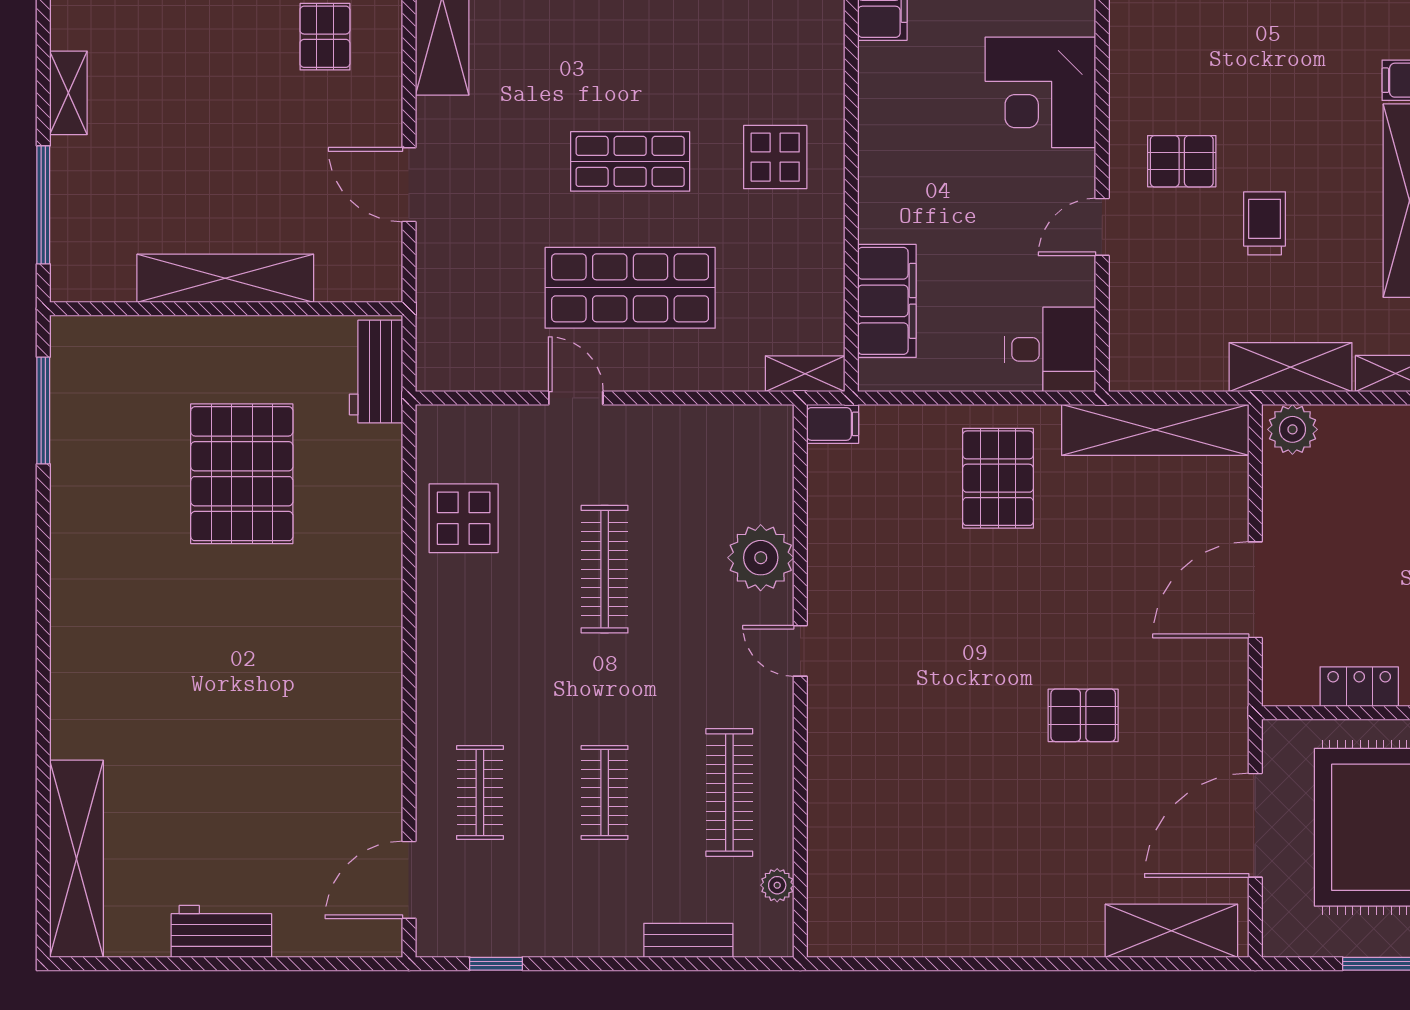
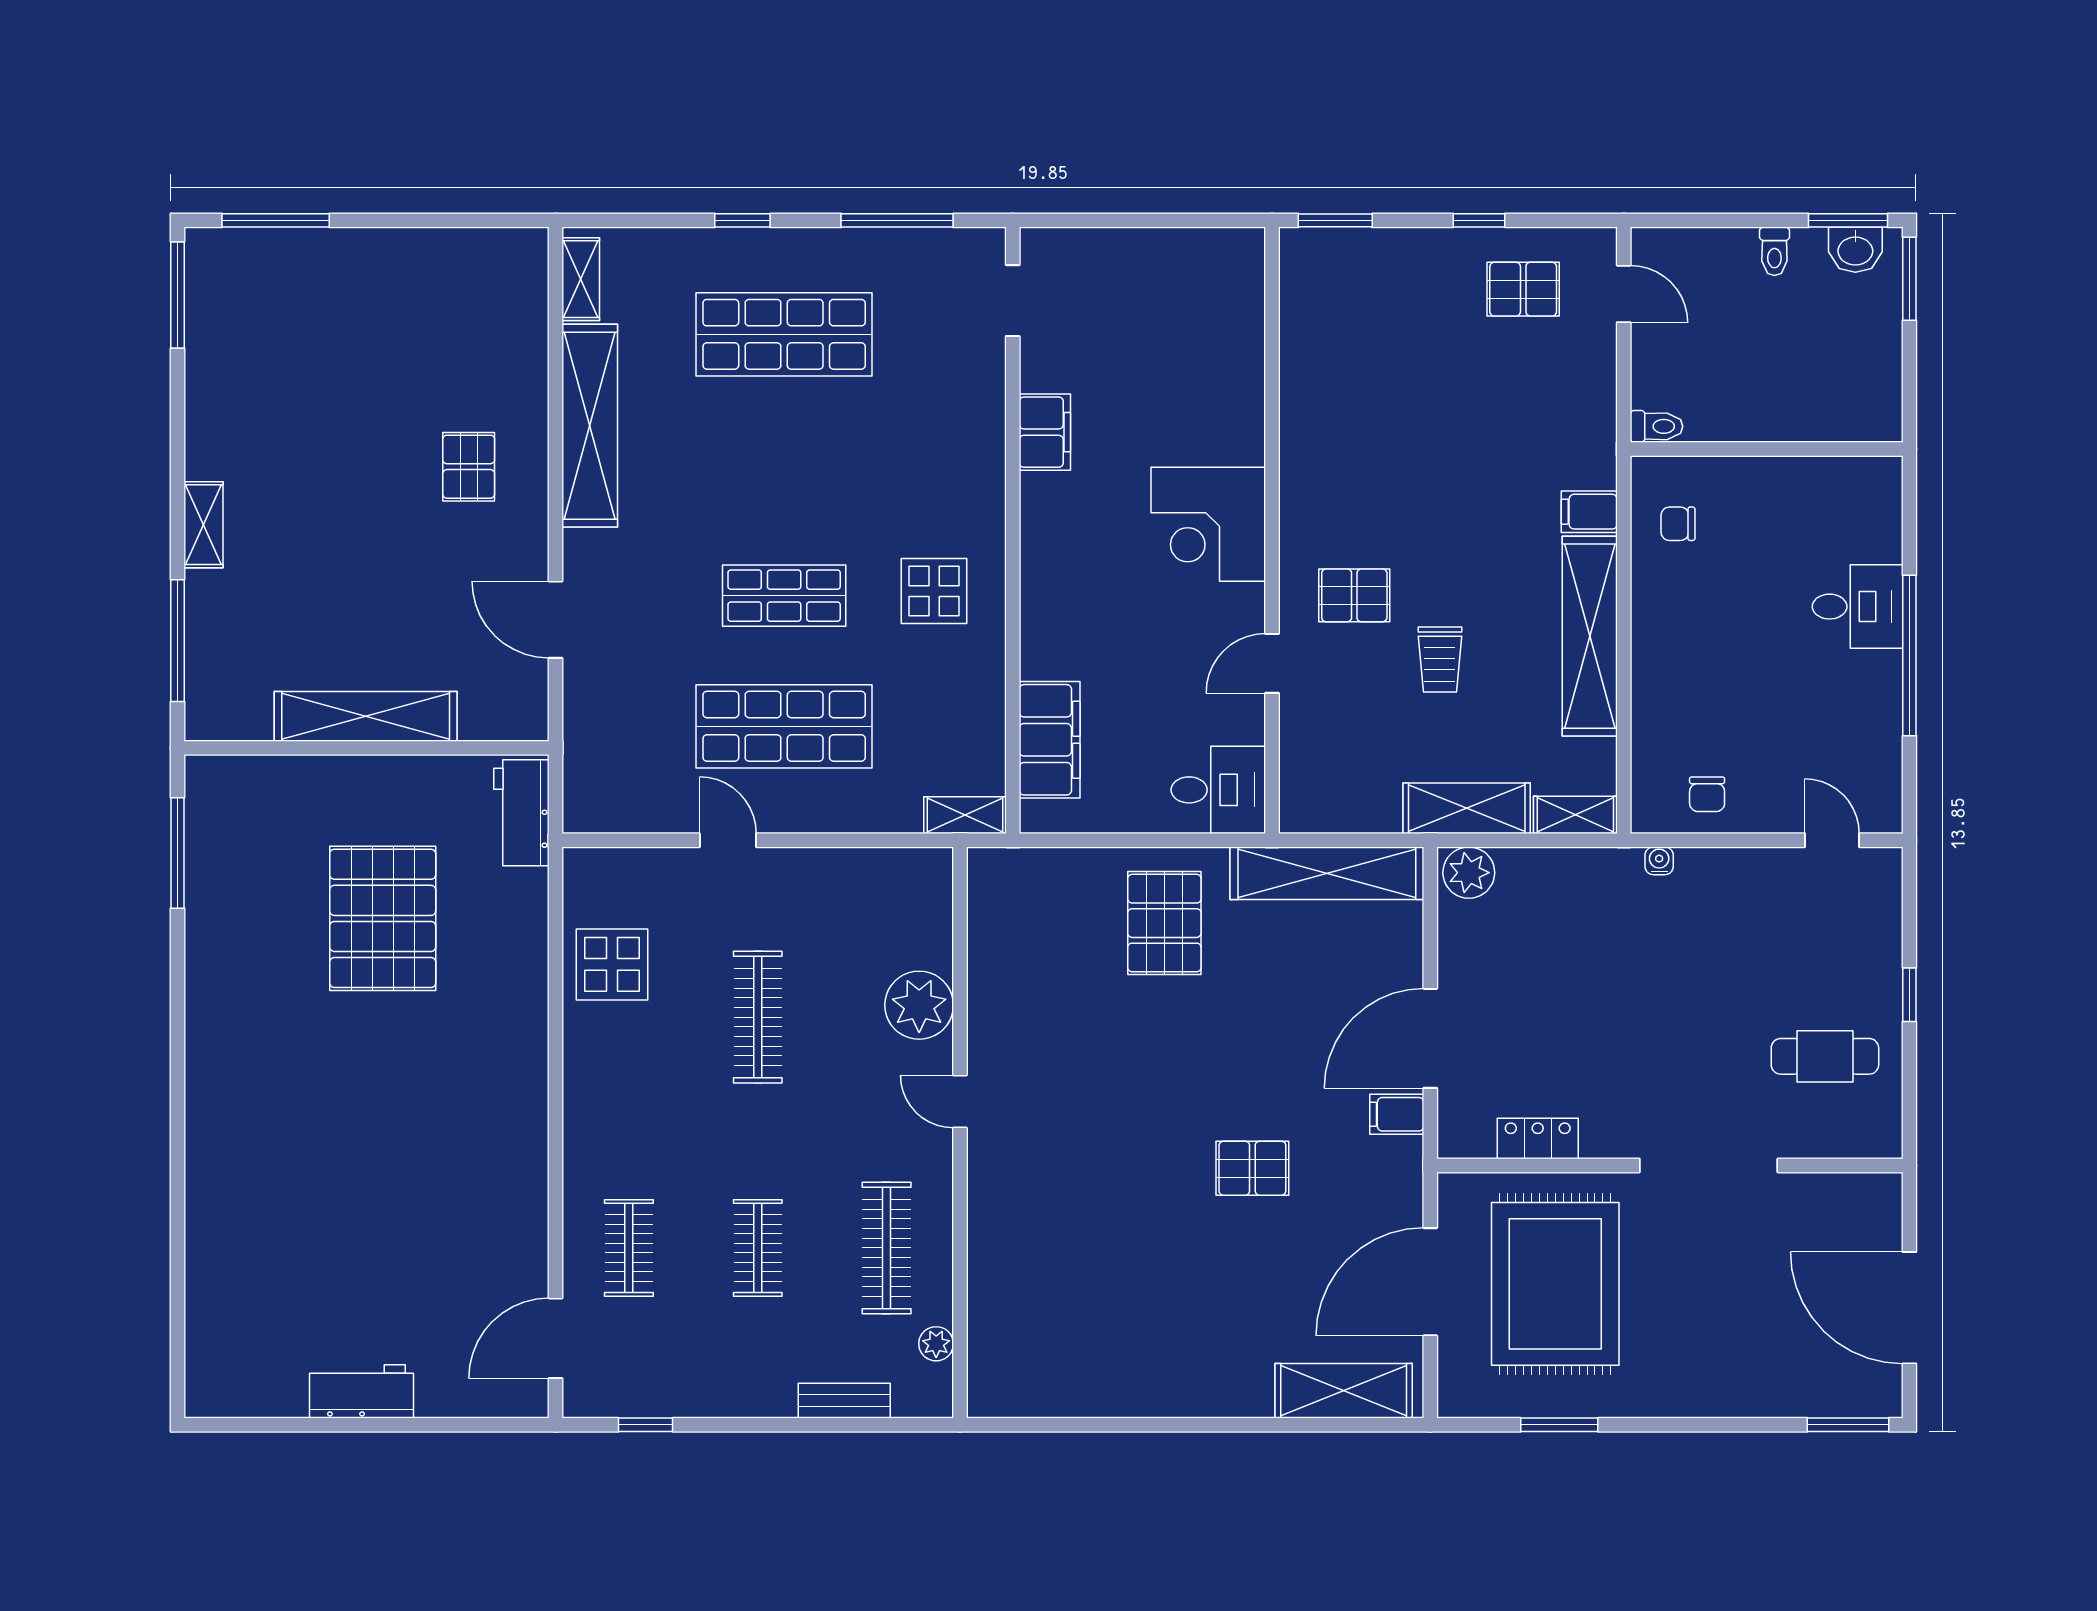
trolley: (1265, 223) -> (1440, 660), turned 180
filing cabinet: (833, 424) -> (1397, 1114), moved, turned 180
shelving: (77, 859) -> (212, 1316), removed

